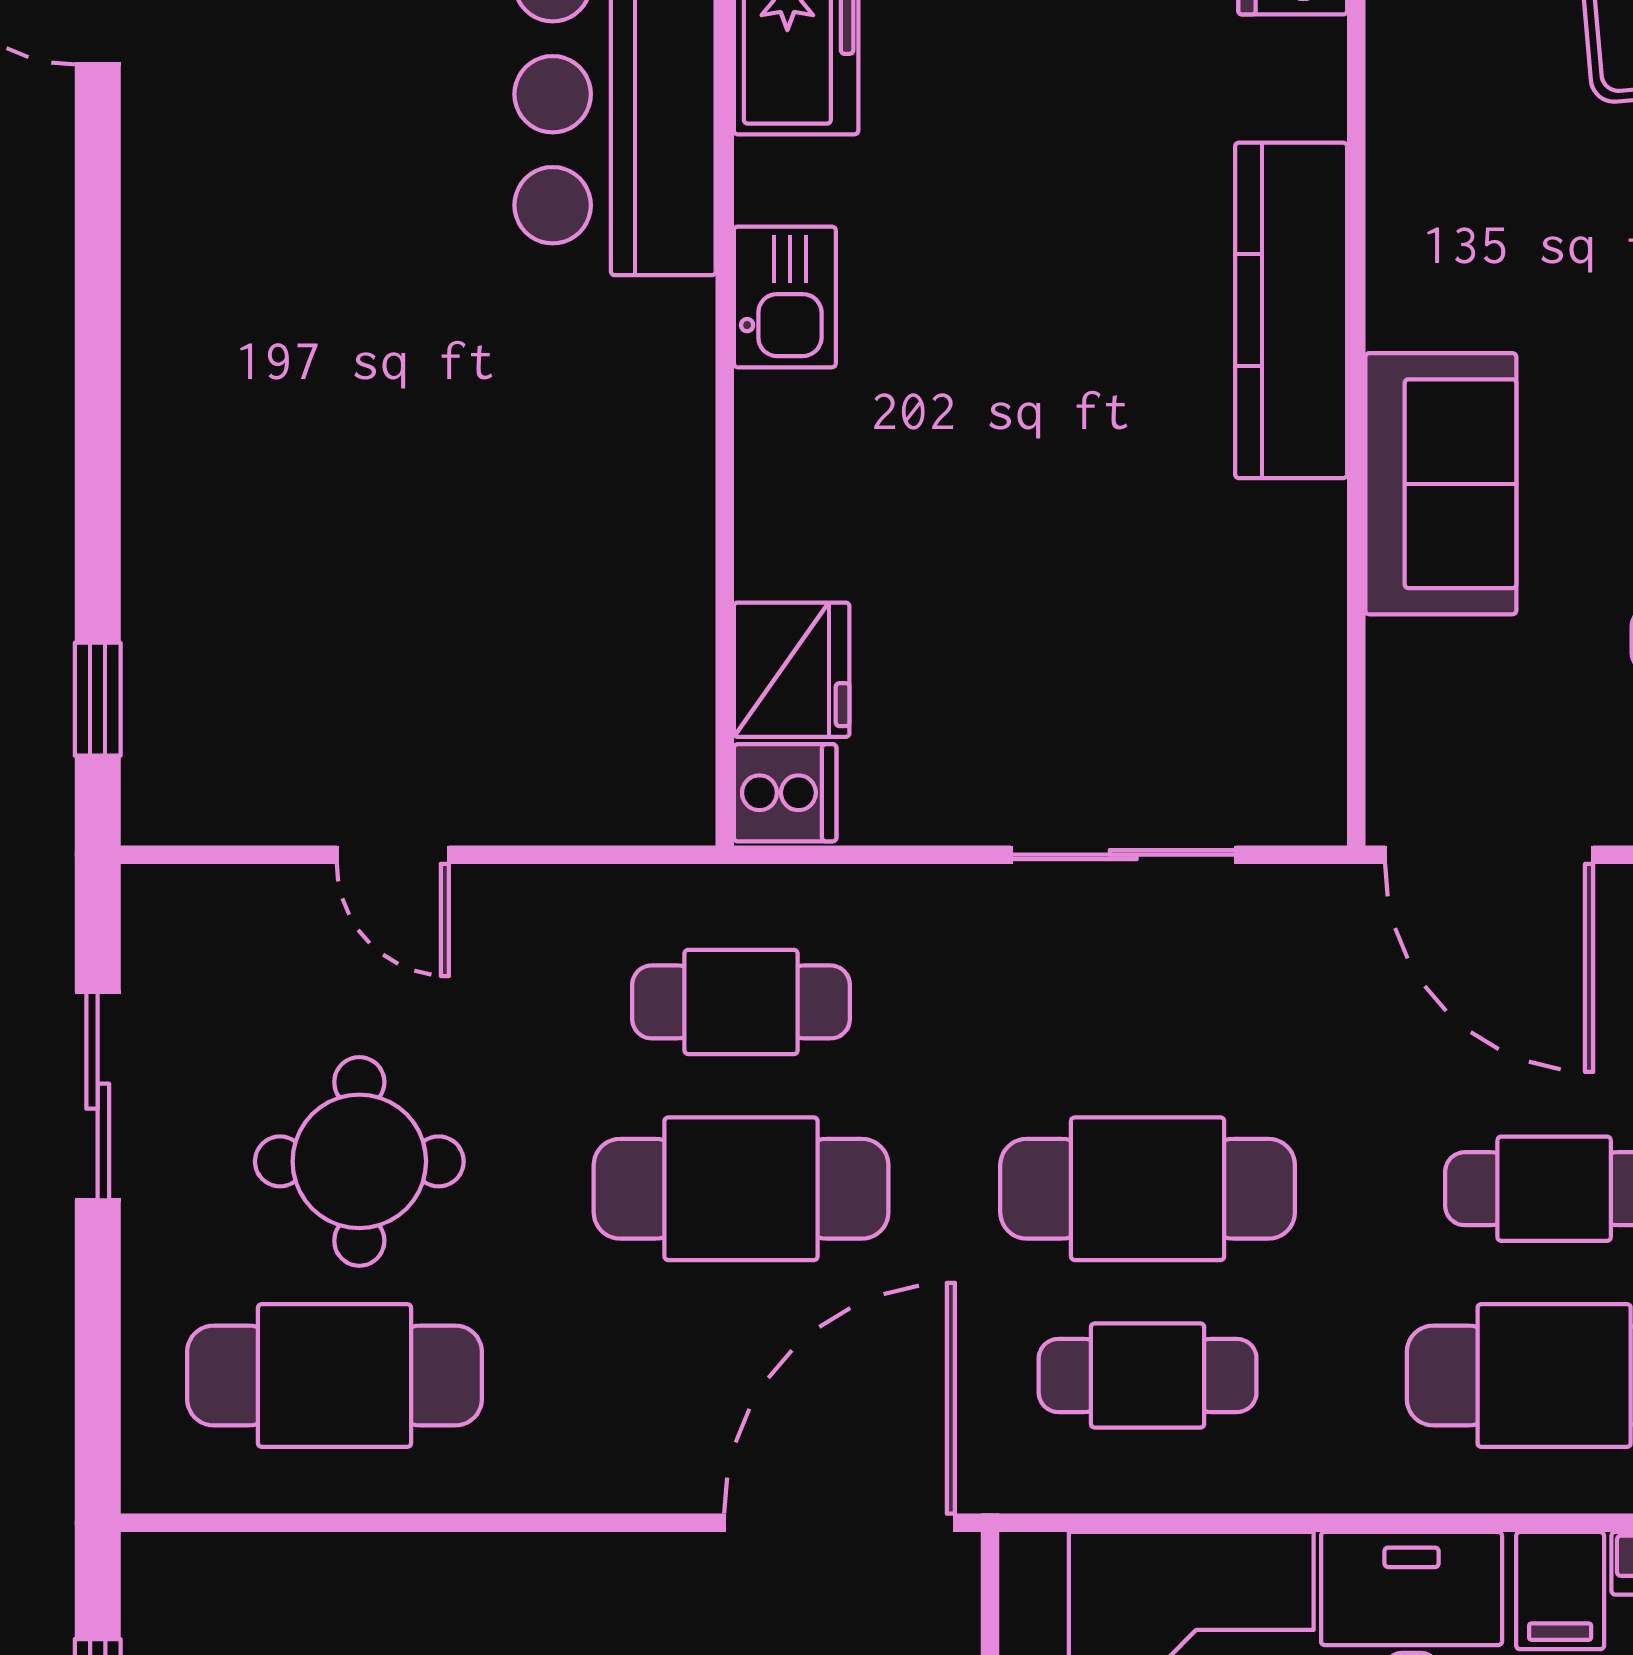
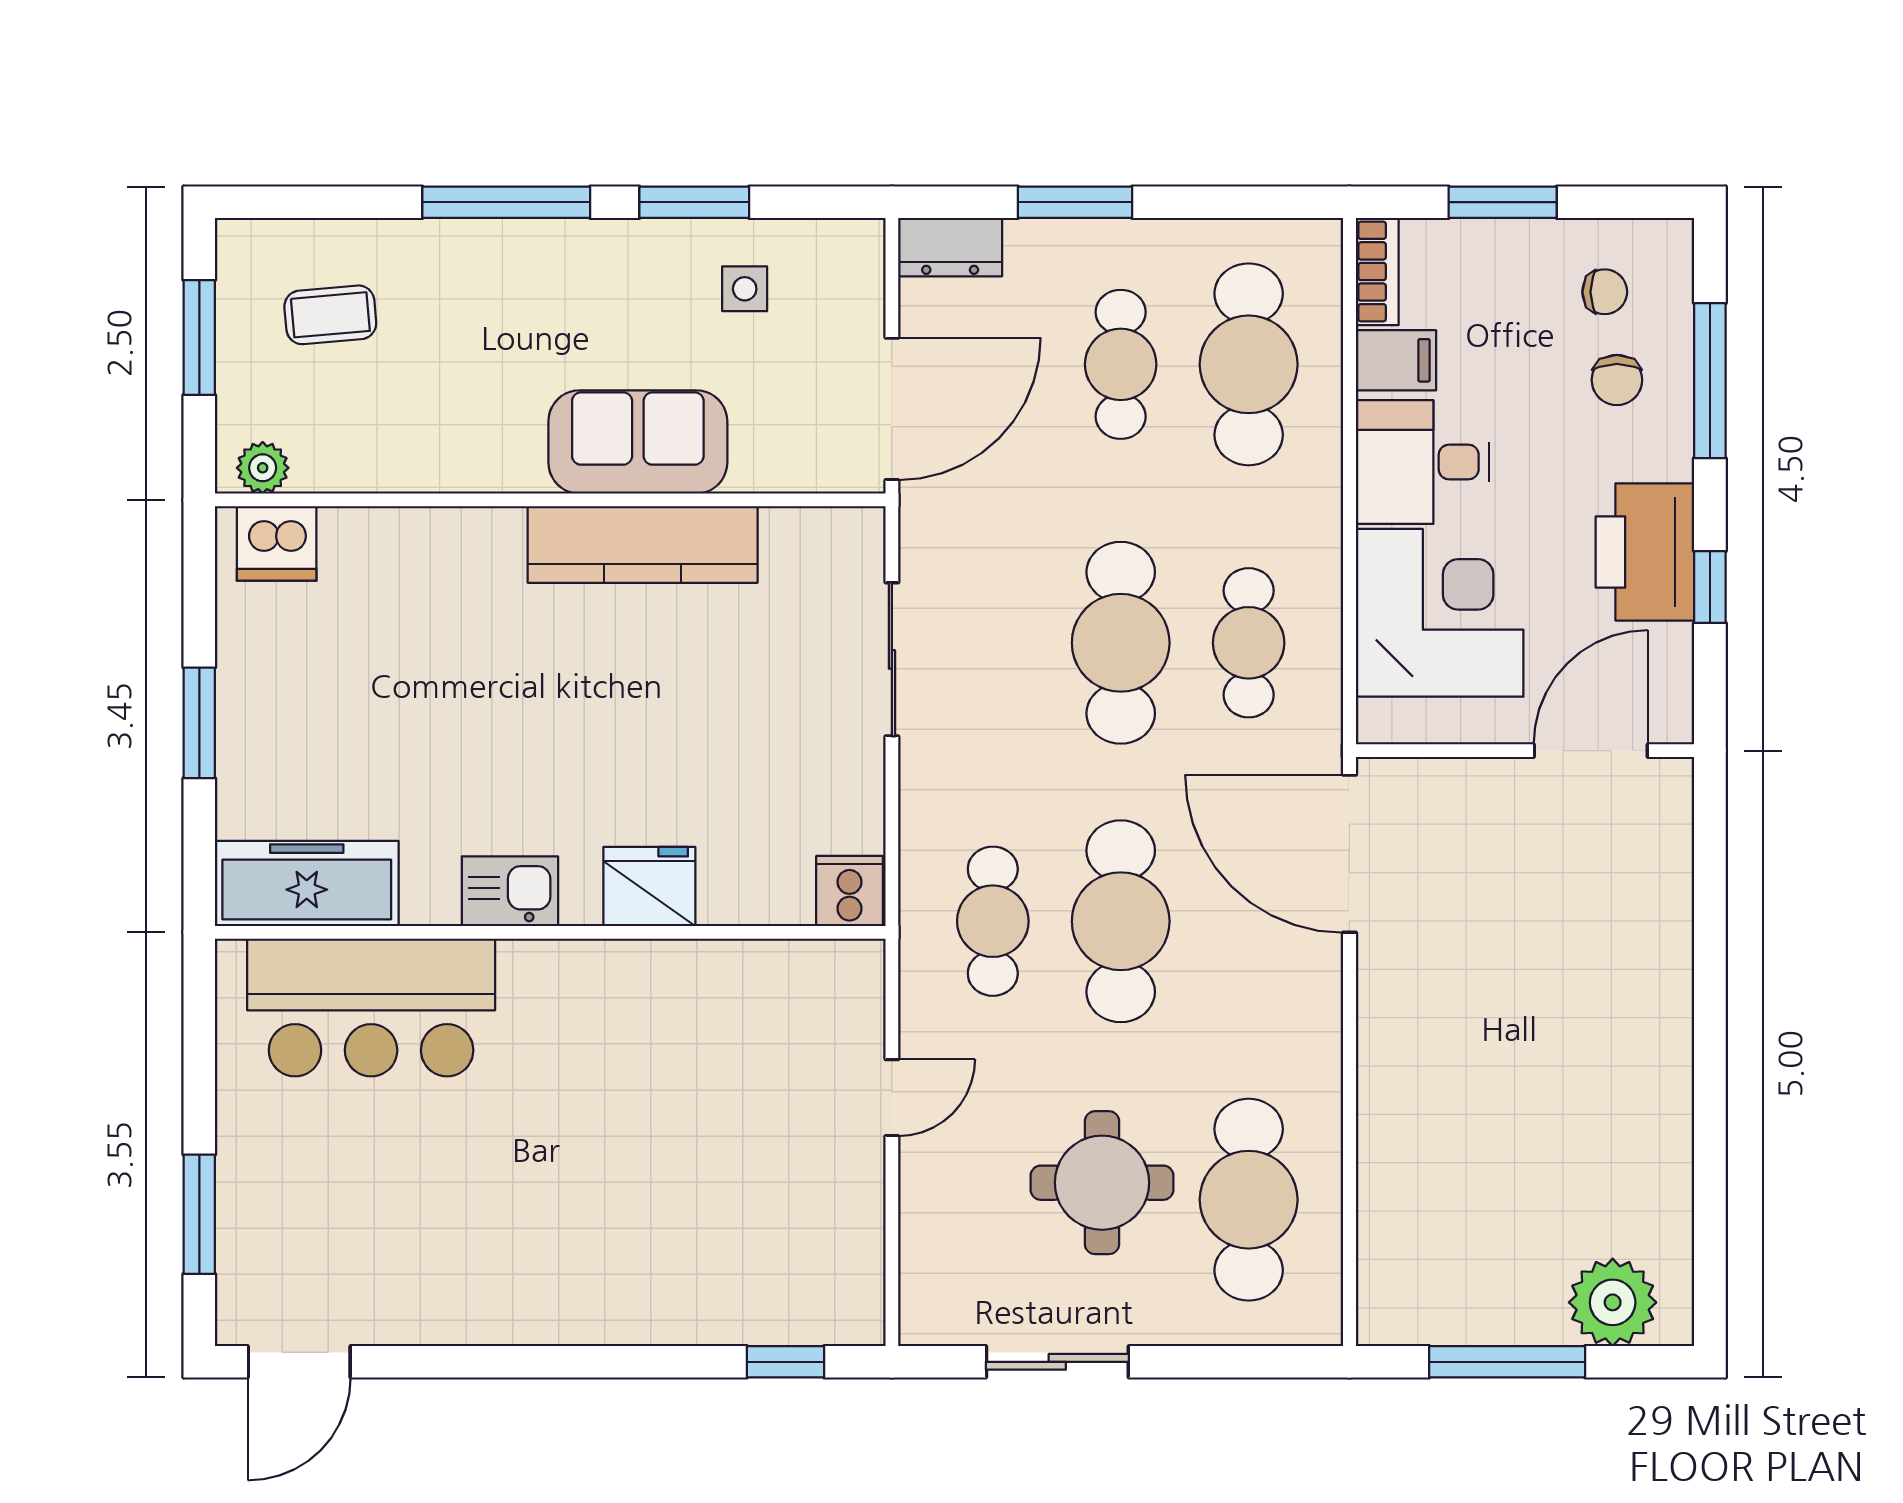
kitchen counter: (1291, 310) -> (643, 545), moved
fridge: (792, 670) -> (649, 887), moved
door: (393, 855) -> (892, 1098), moved

